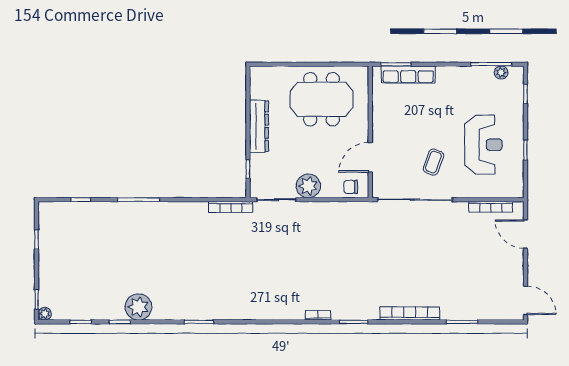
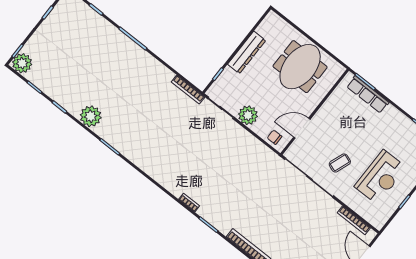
meeting table: (322, 99) -> (300, 67), turned 90
plant: (138, 307) -> (91, 116), moved
plant: (45, 314) -> (22, 63), width x1.87, depth x1.87

